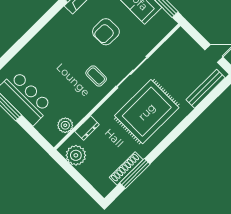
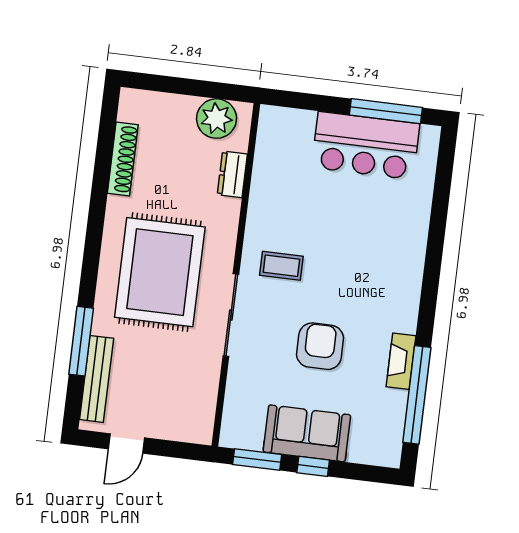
plant: (65, 125) -> (269, 152), removed
window: (135, 174) -> (81, 341), moved

